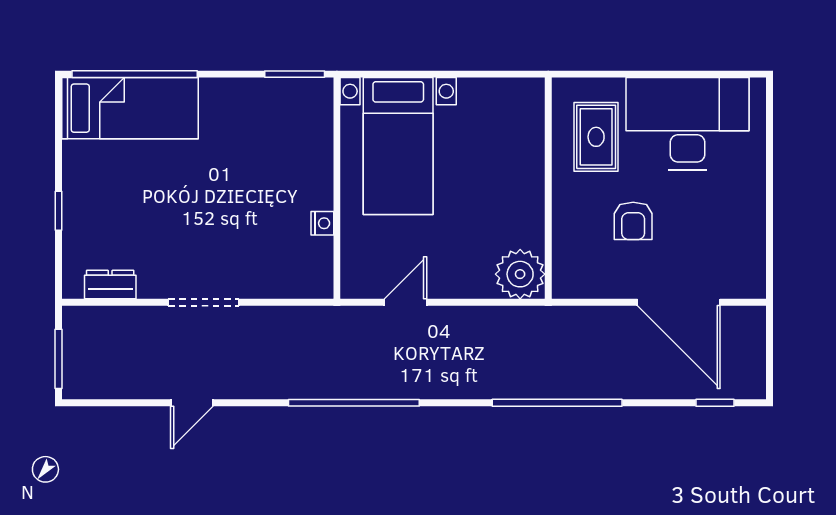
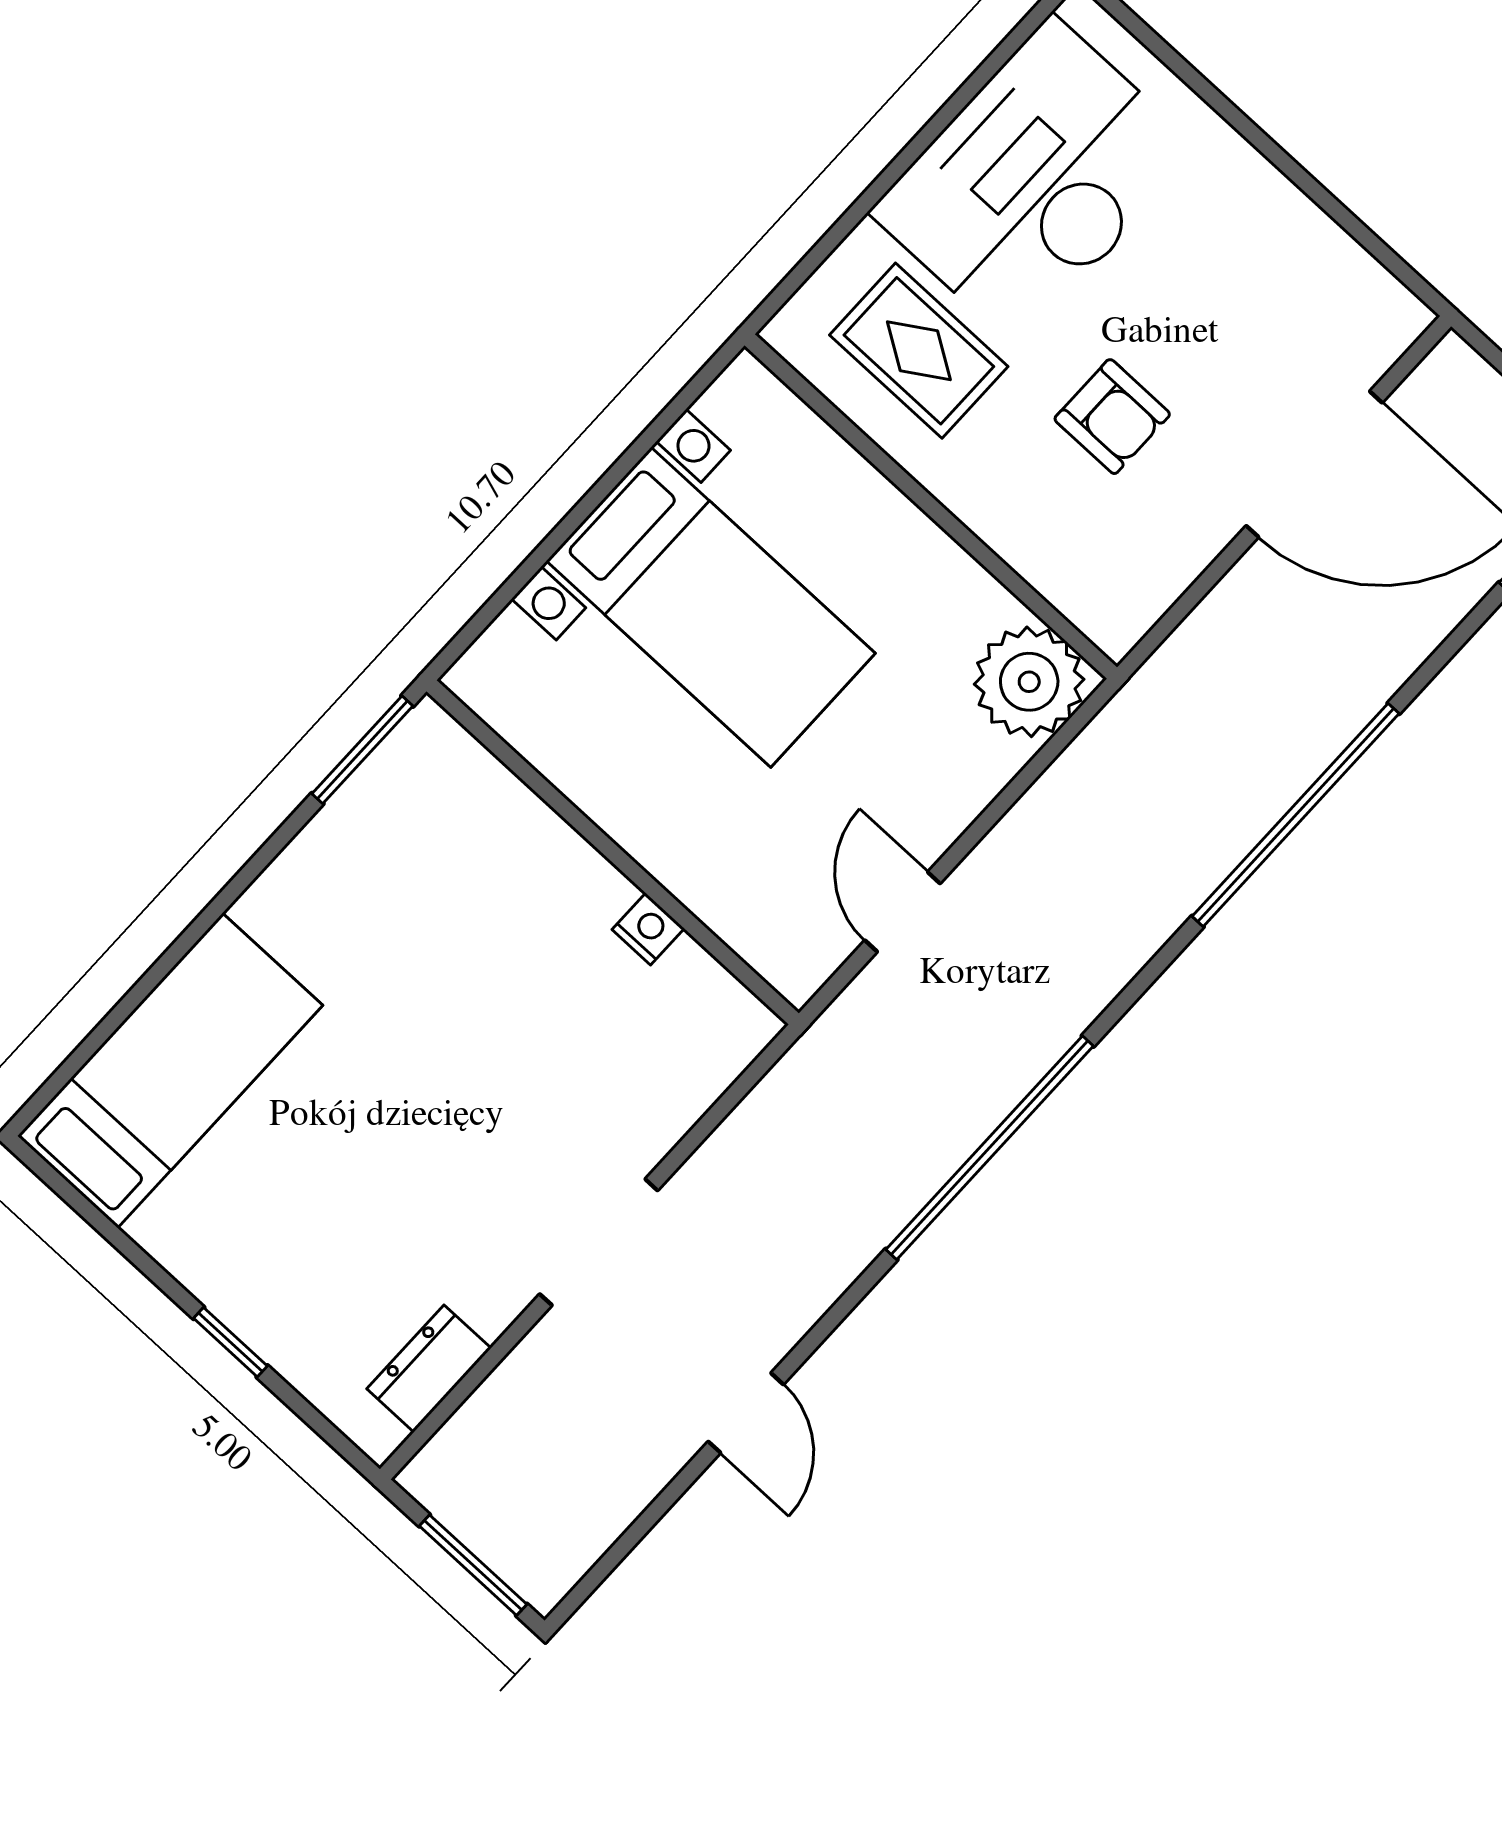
window: (135, 74) -> (122, 1012), removed
bed with nightstands: (398, 146) -> (711, 607), moved

